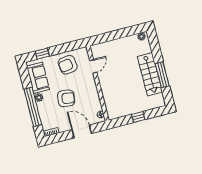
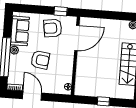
window: (42, 54) -> (61, 11), moved
door: (93, 66) -> (77, 38), width x1.87
door: (82, 131) -> (32, 96), moved

